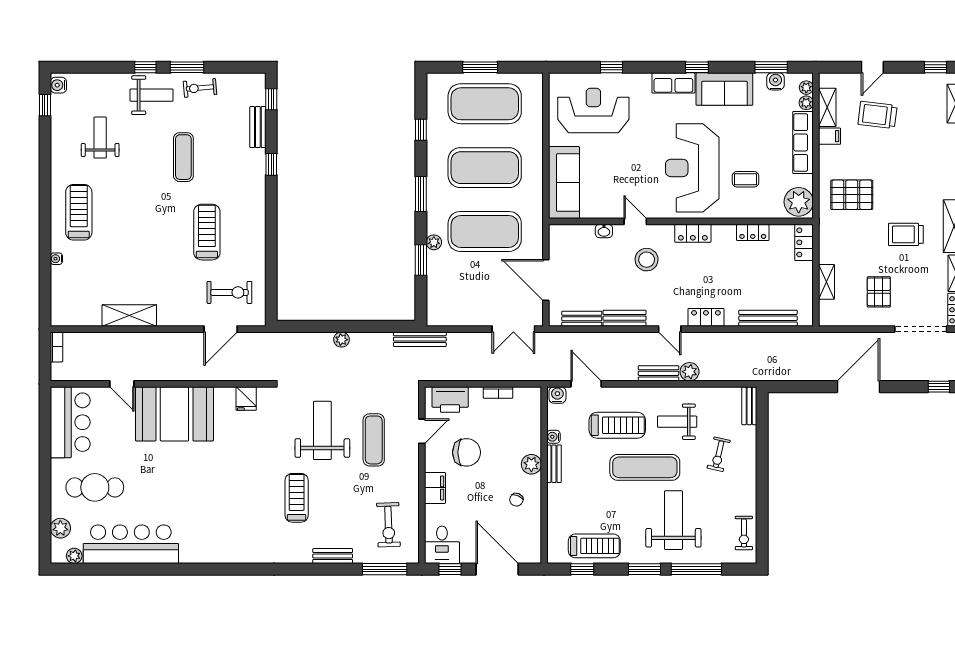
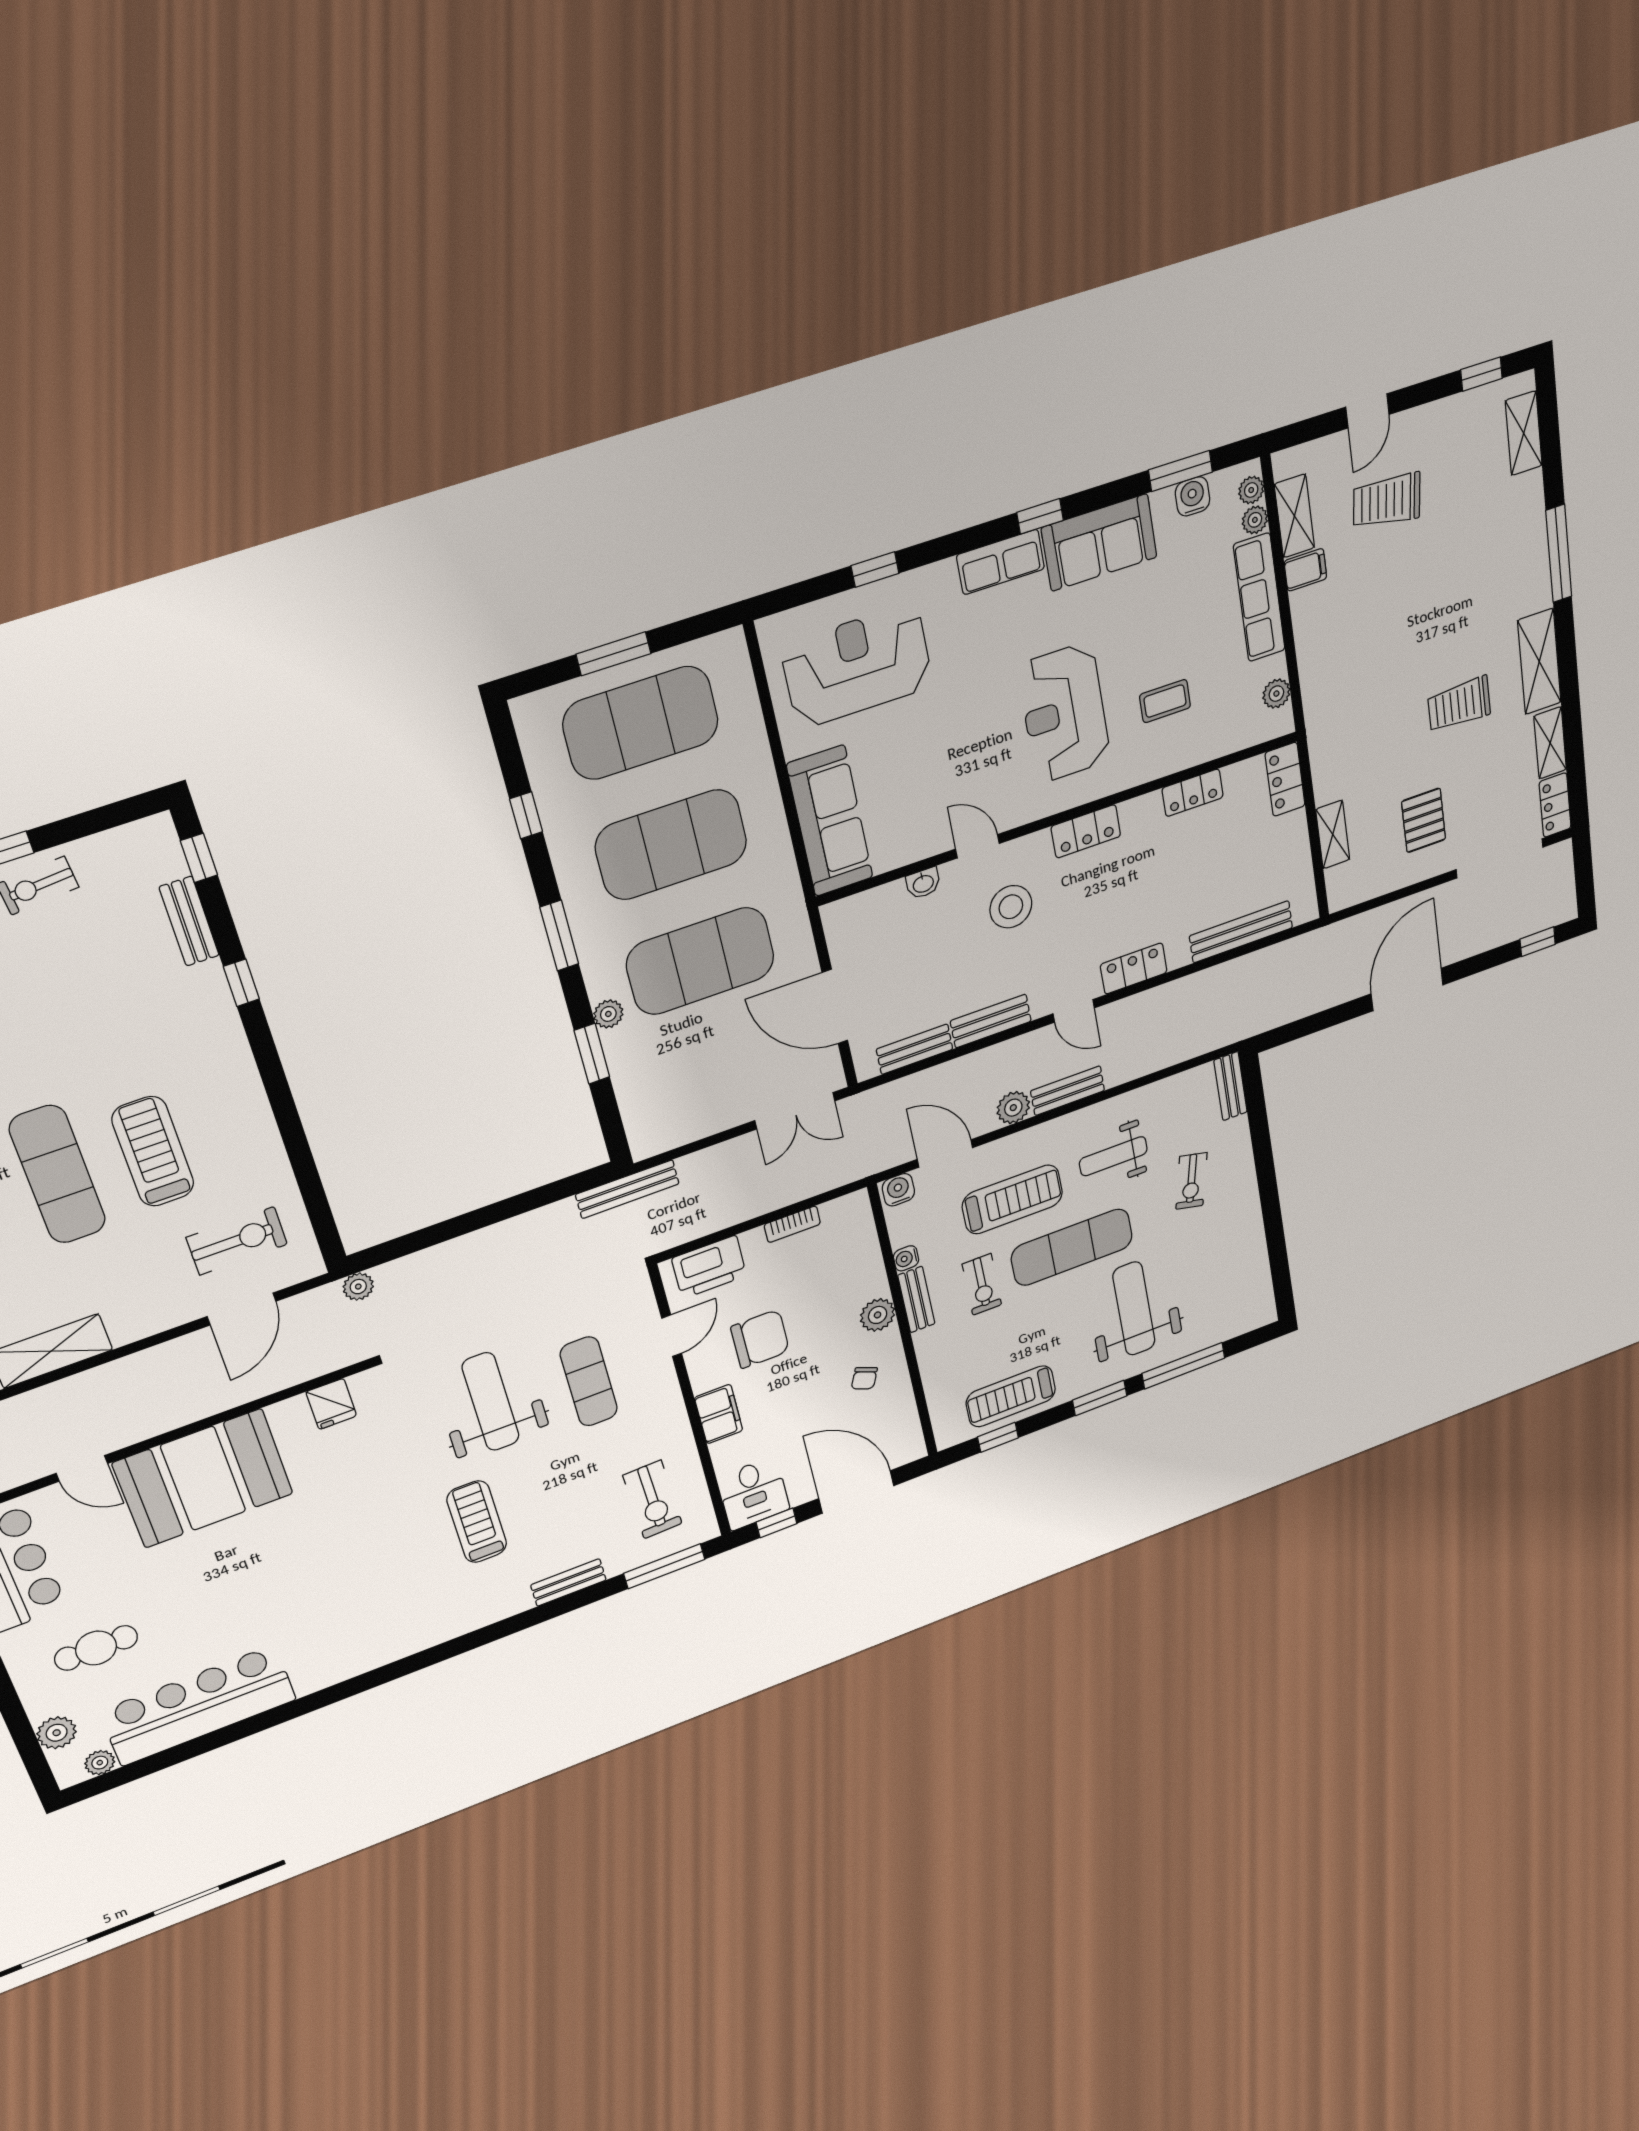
exercise mat: (183, 157) -> (58, 1175), moved, width x1.36, depth x1.45
reception desk: (692, 168) -> (1064, 713), width x0.74, depth x0.77
pallet: (852, 195) -> (1358, 665), removed
plant: (799, 202) -> (1276, 694), width x0.53, depth x0.53
plant: (341, 340) -> (358, 1287), moved
plant: (690, 372) -> (1013, 1108), moved
cafe table: (95, 487) -> (96, 1648), width x0.73, depth x0.74
exercise bike: (744, 533) -> (982, 1284), moved
treadmill: (594, 546) -> (1011, 1396), turned 180

